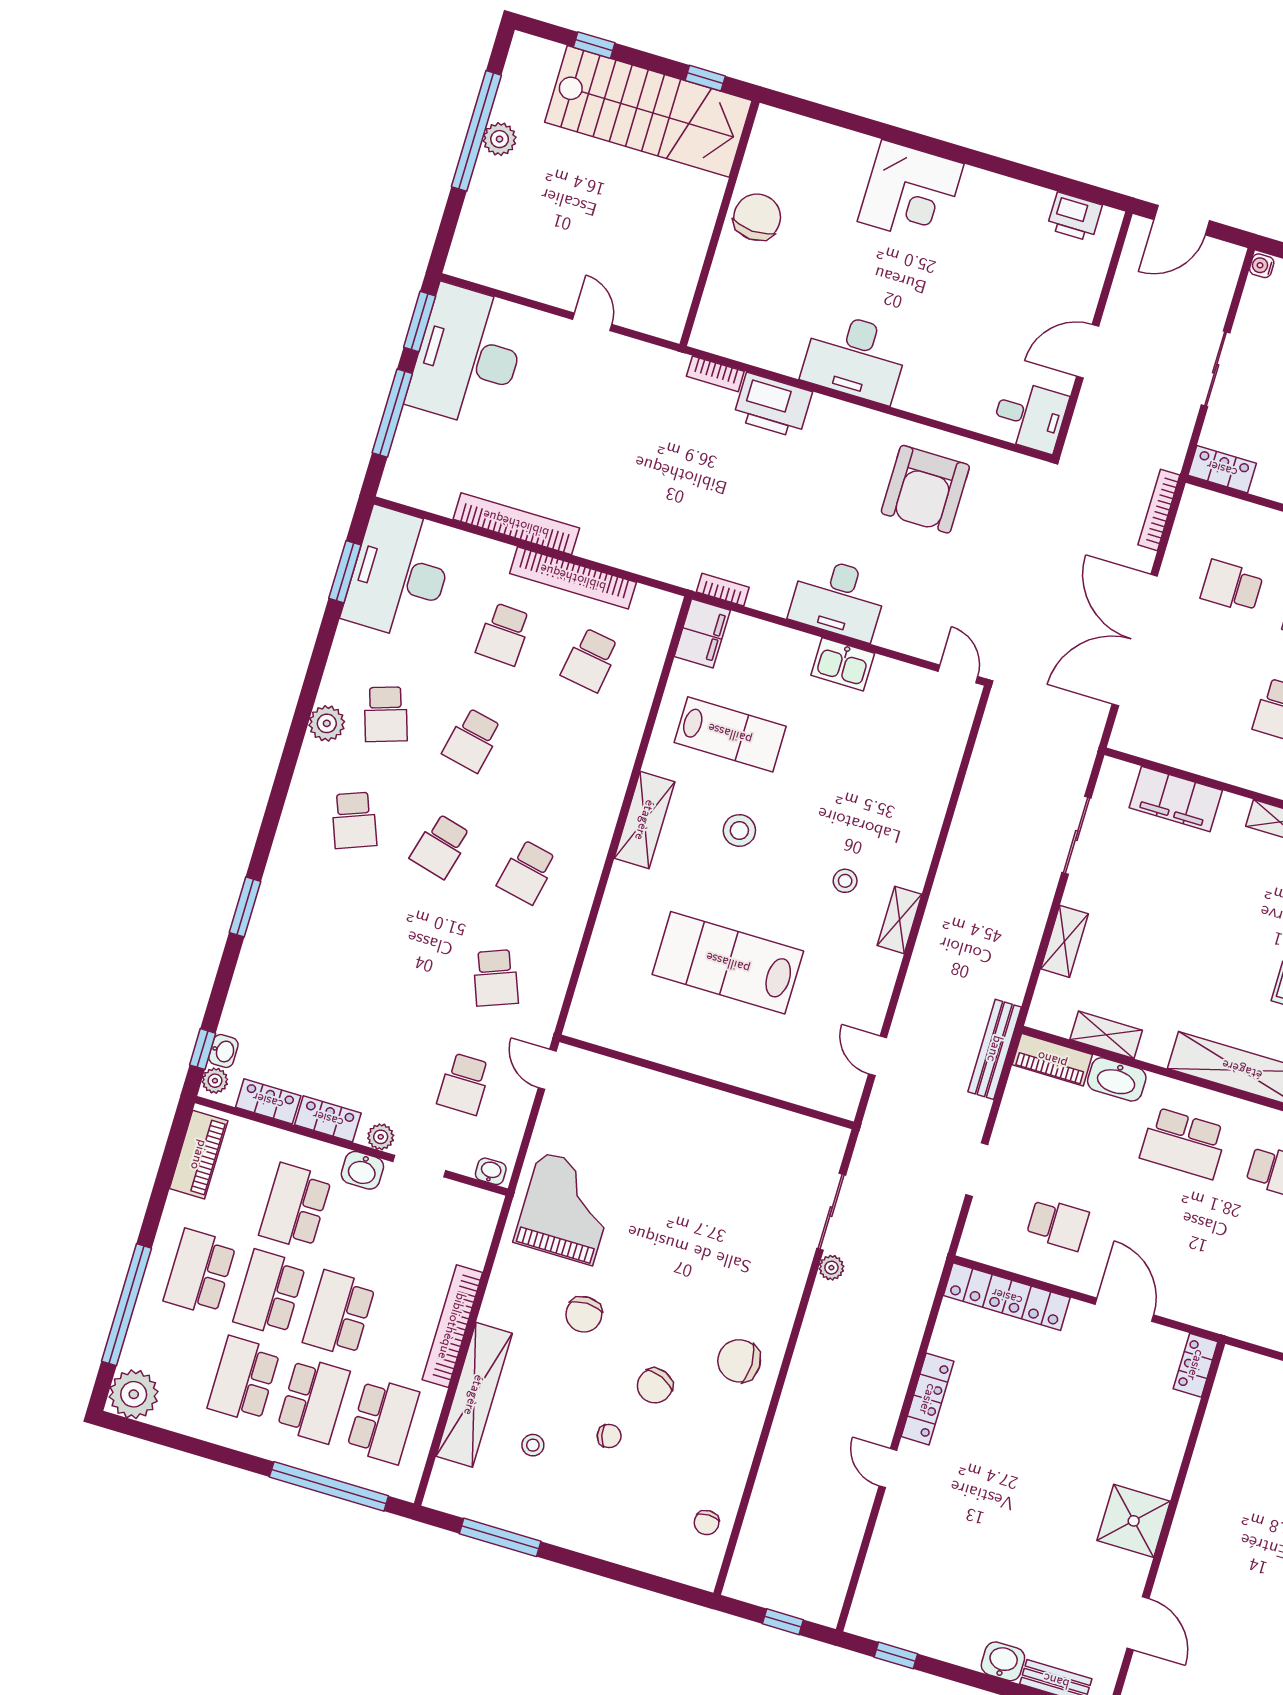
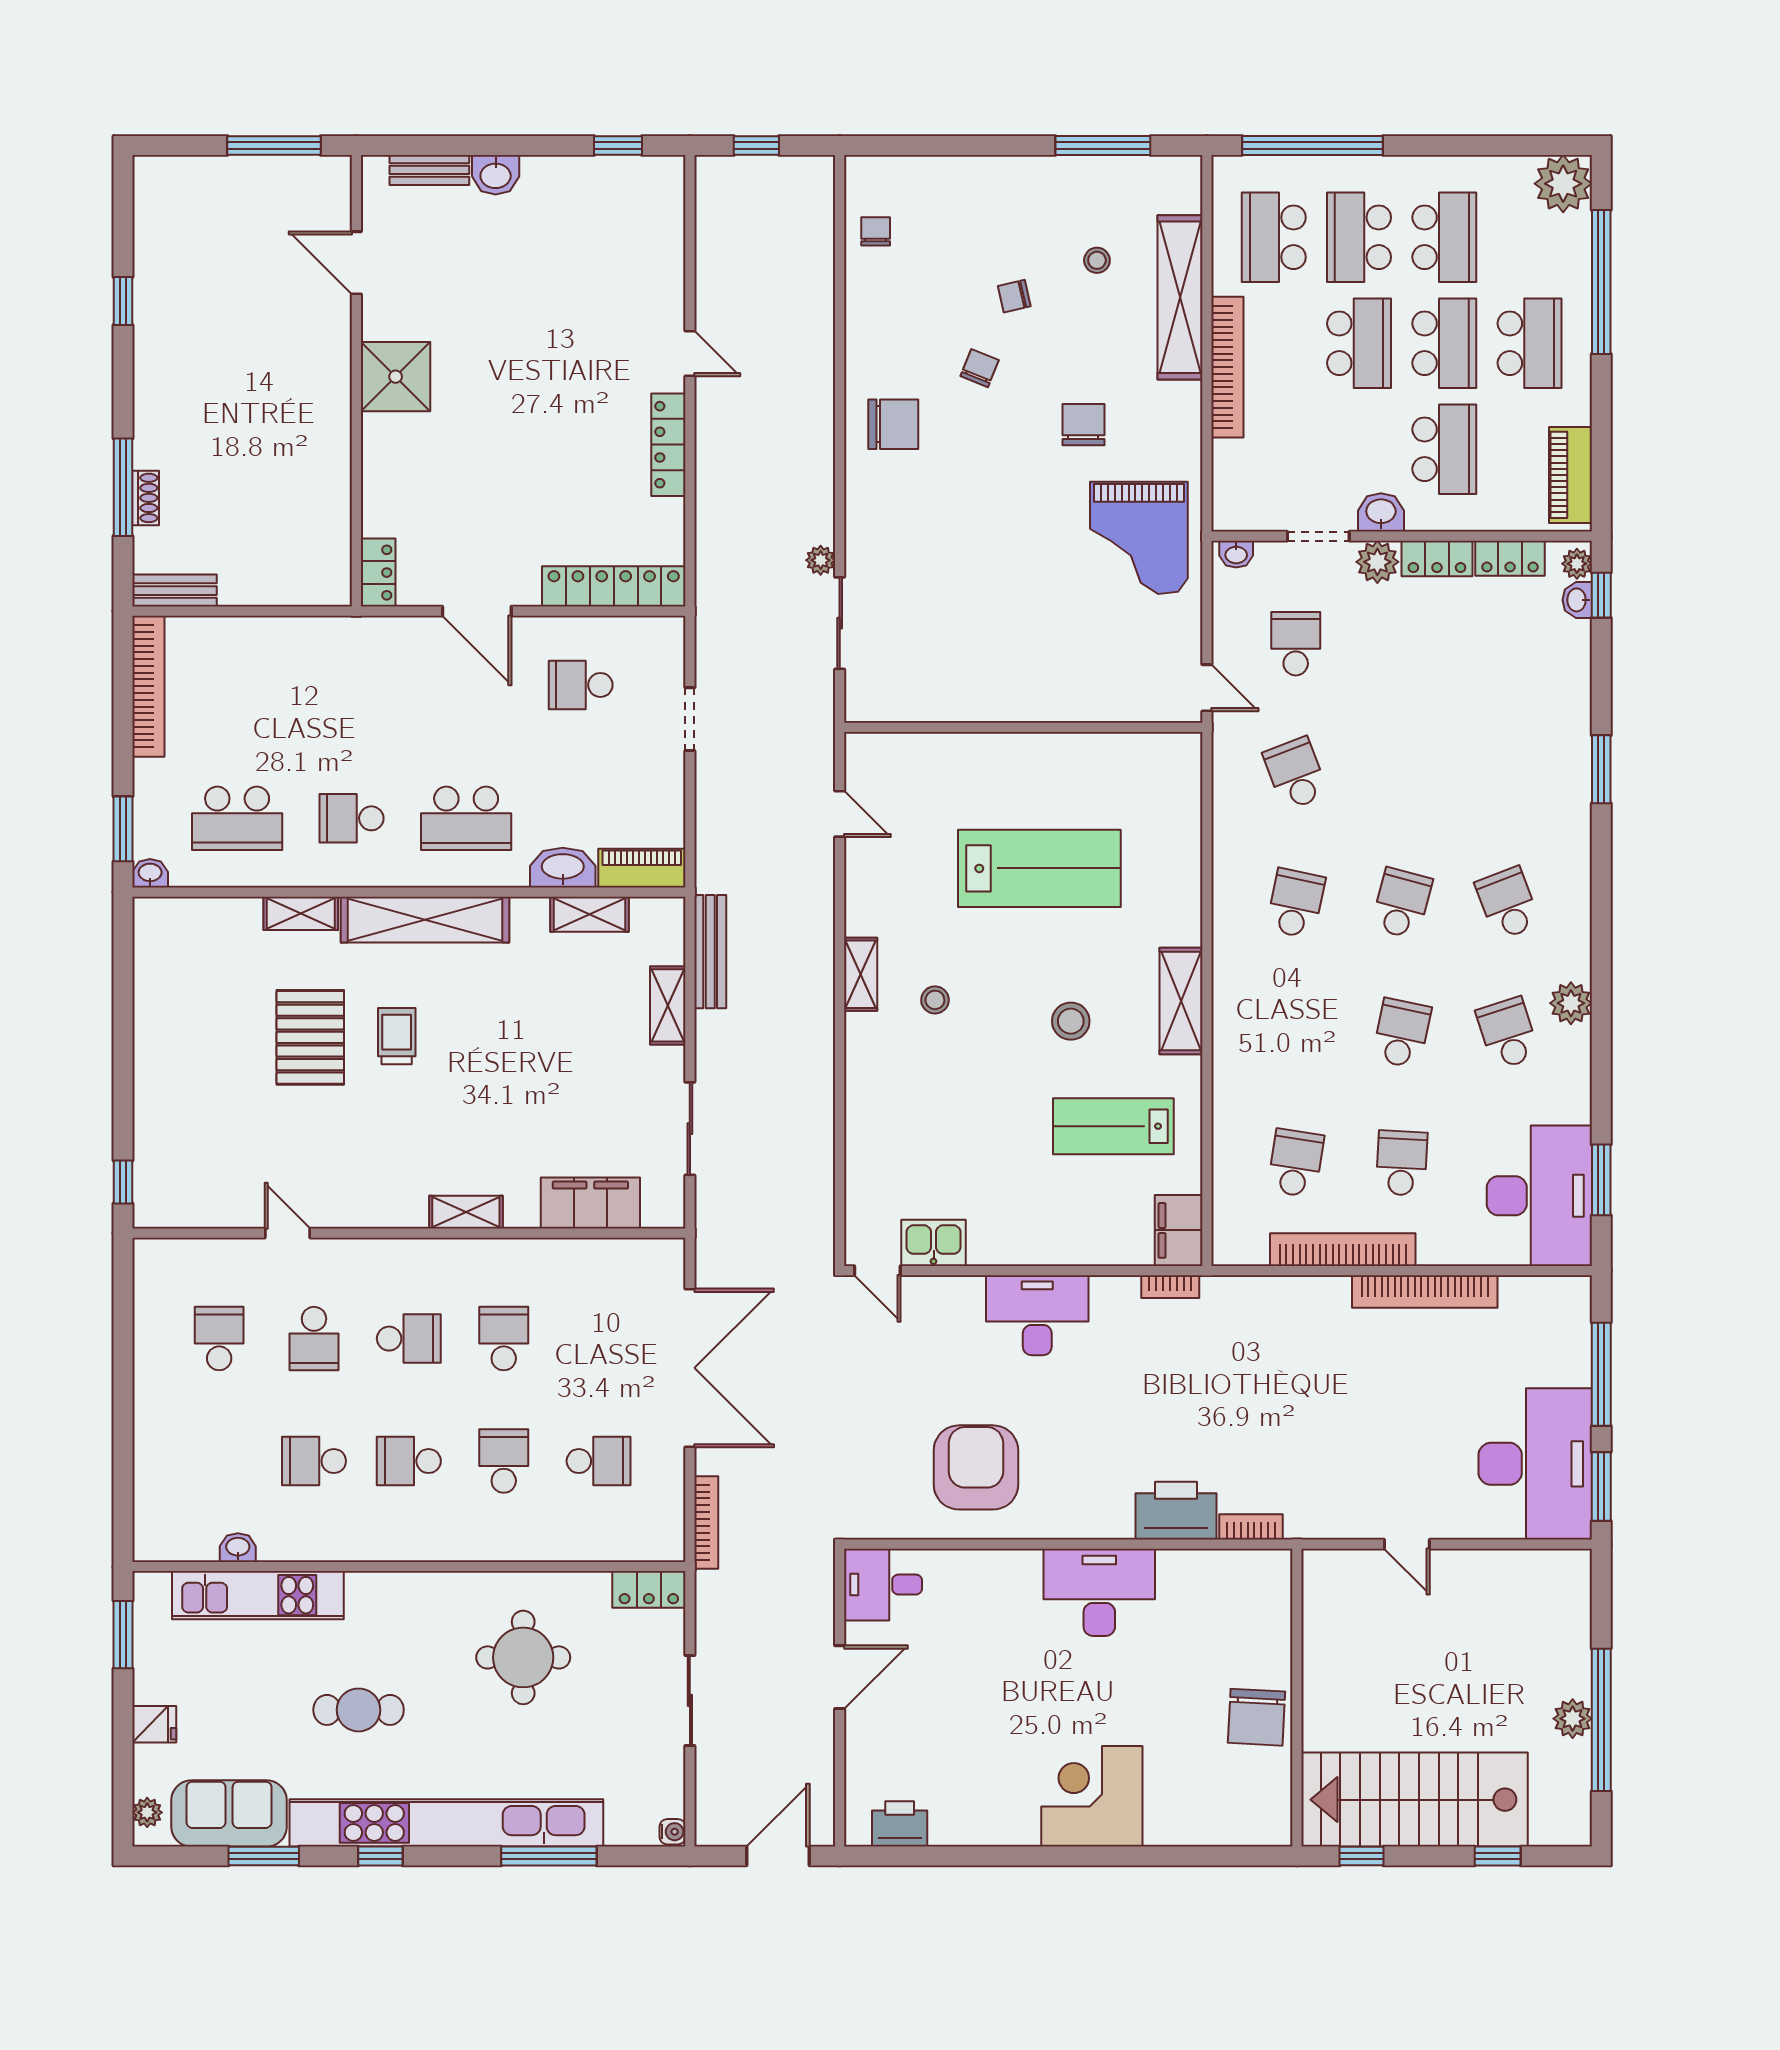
kitchen sink: (843, 664) -> (934, 1243), moved
bench: (995, 1049) -> (710, 952), moved
plant: (381, 1137) -> (1377, 562), width x1.38, depth x1.38
school desk: (1184, 1143) -> (466, 818), turned 180
chair: (655, 1386) -> (980, 368), width x0.73, depth x0.73

